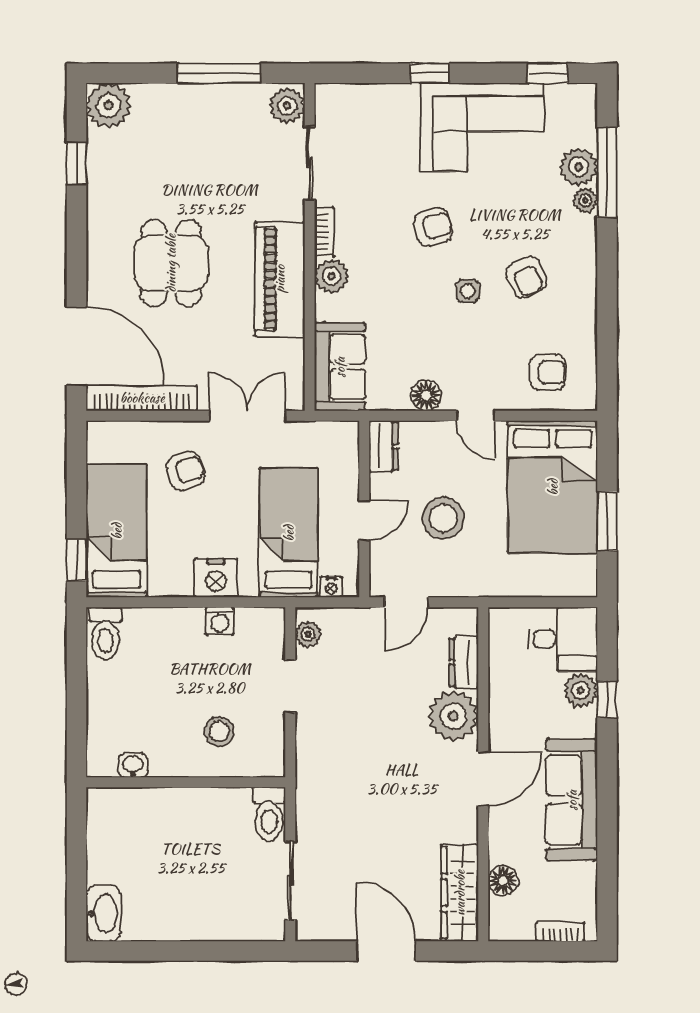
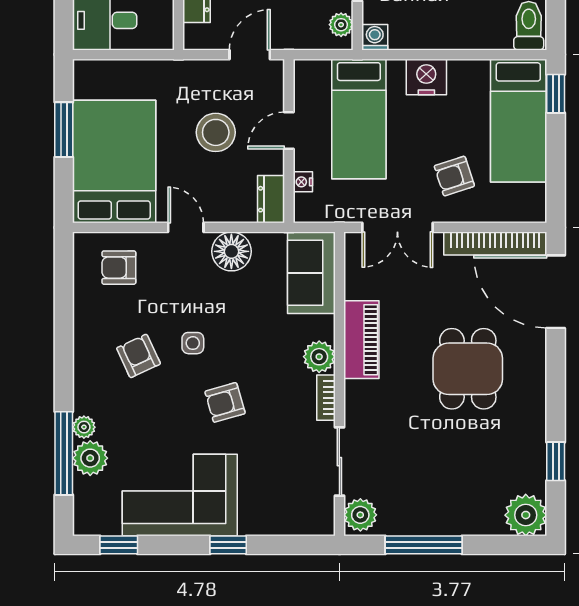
piano: (280, 279) -> (361, 340), width x0.73, depth x0.75
floor lamp: (426, 396) -> (231, 251), width x1.38, depth x1.38
nightstand: (331, 587) -> (303, 182), moved, turned -90
washing machine: (220, 621) -> (375, 37), moved

